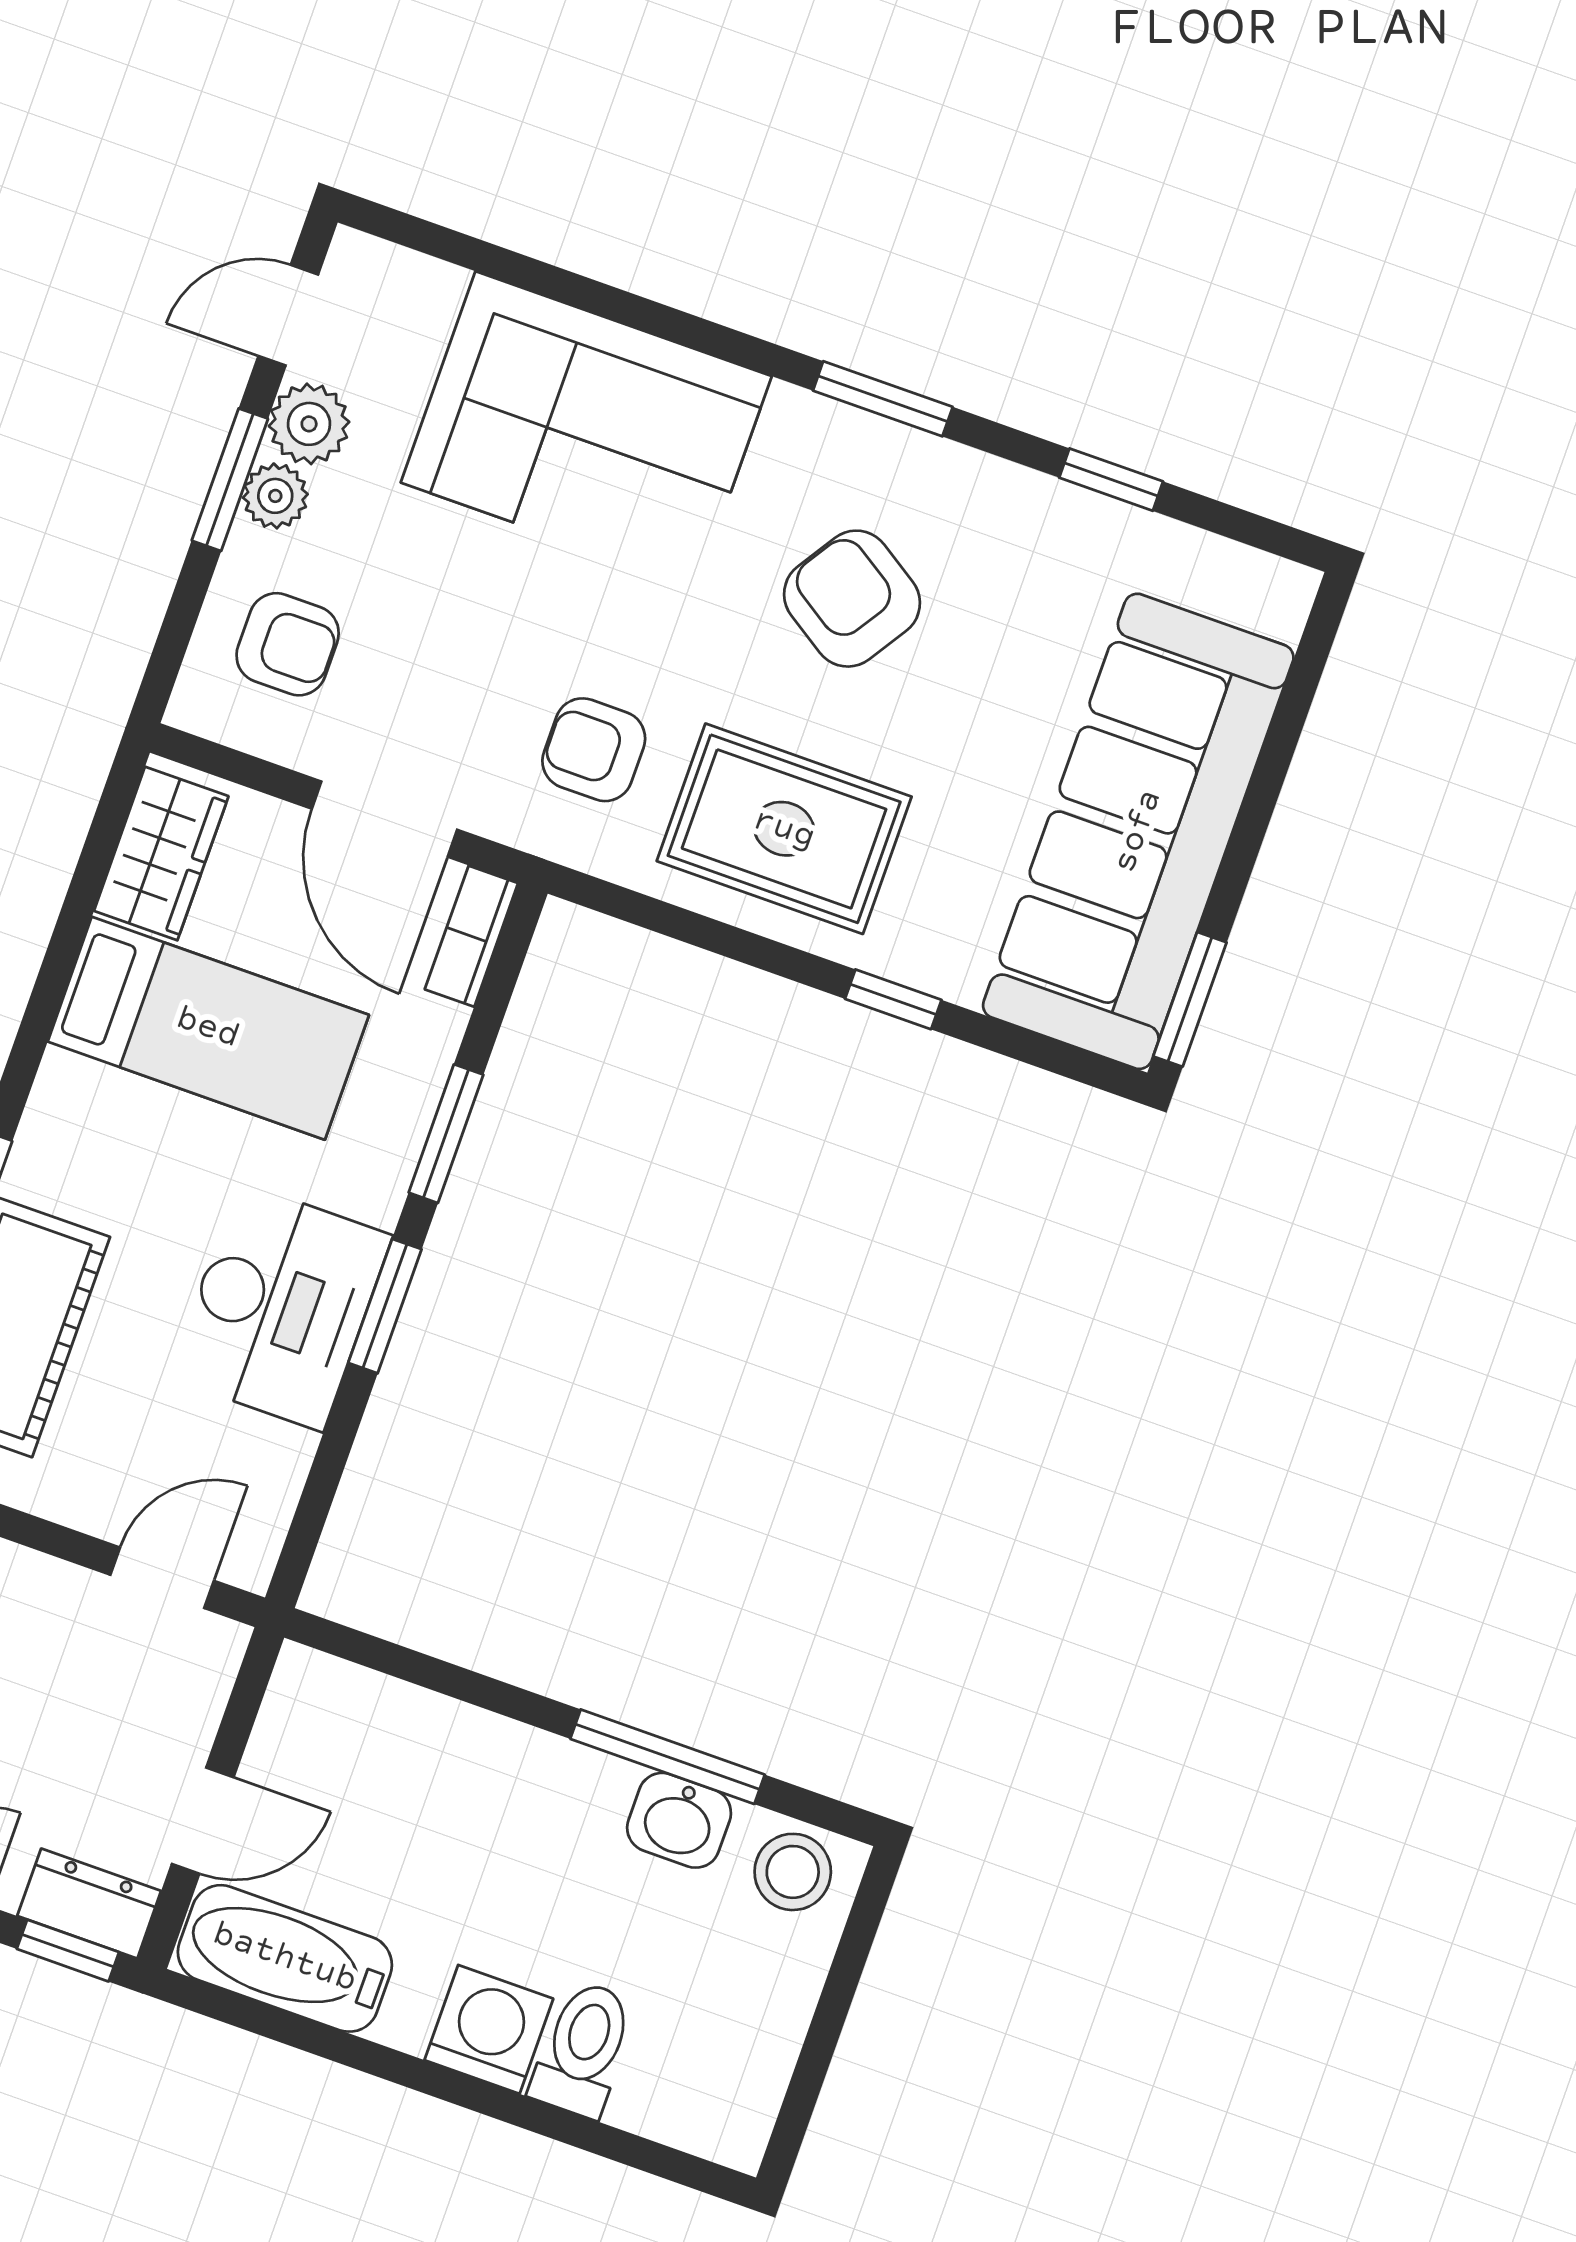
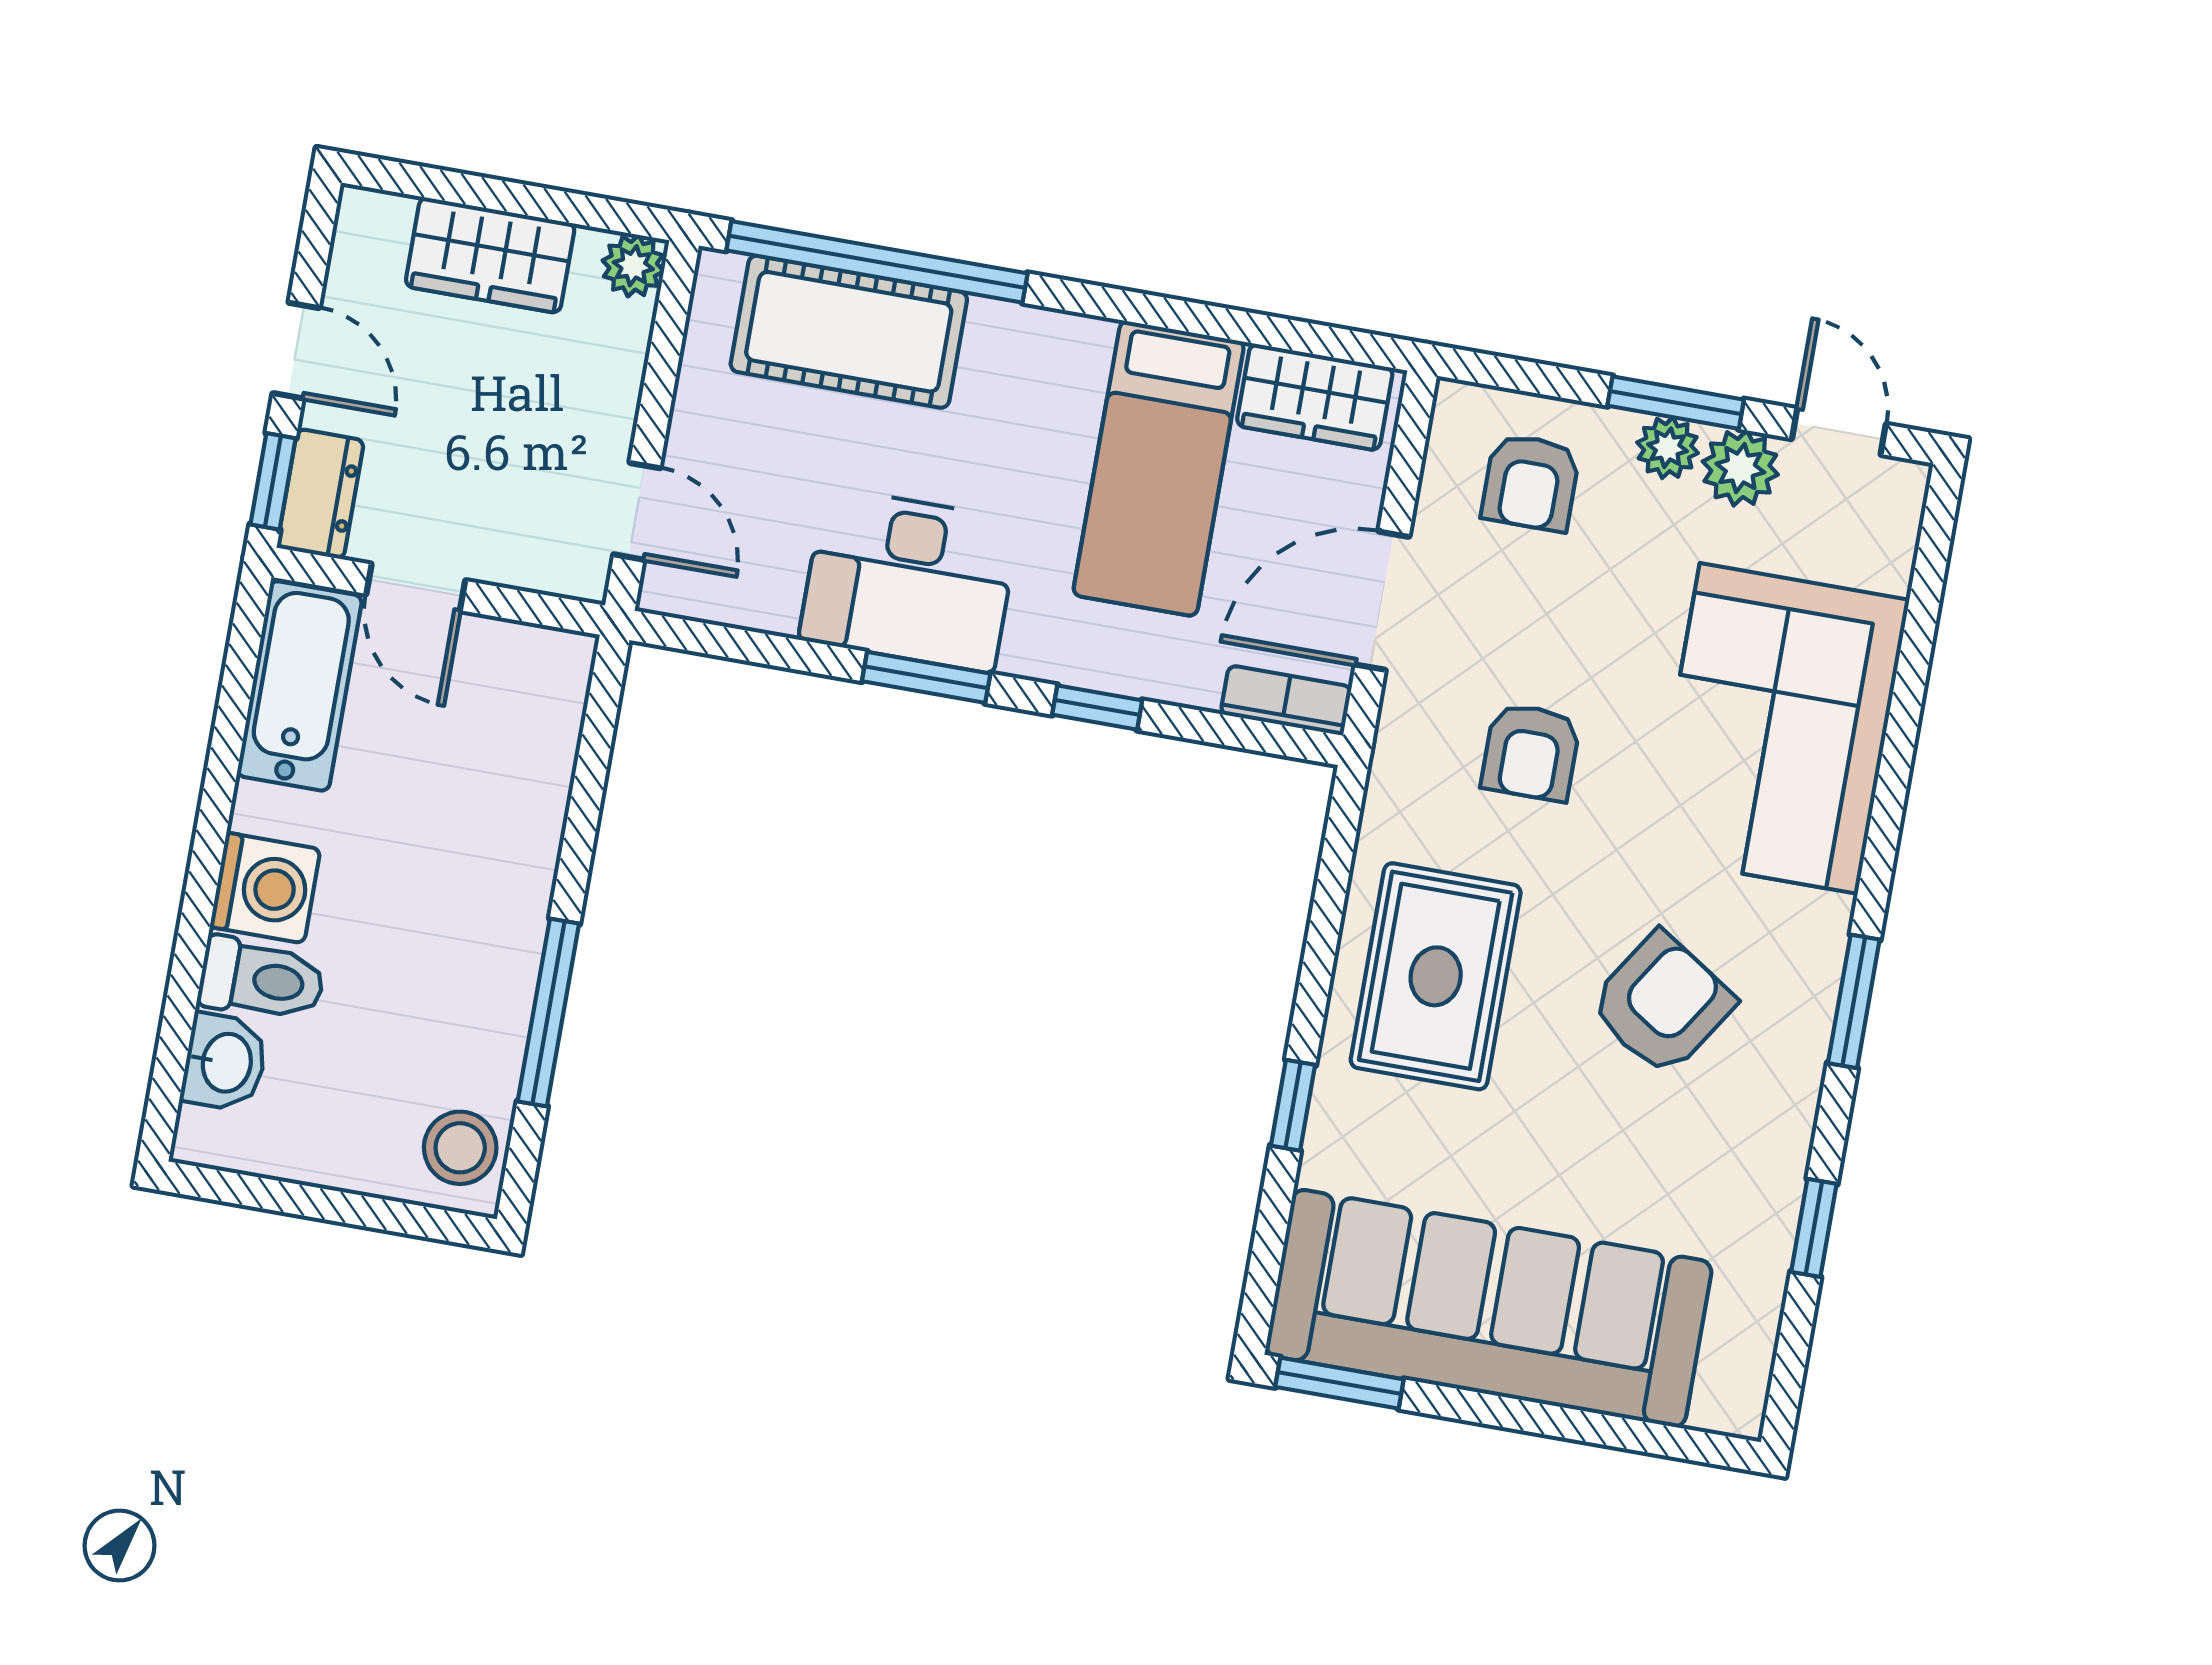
armchair: (594, 750) -> (1531, 752), moved, turned 180
window: (446, 1134) -> (1097, 707), width x0.67
washbasin: (679, 1820) -> (225, 1062), moved, turned 180

